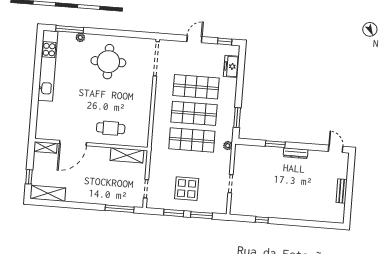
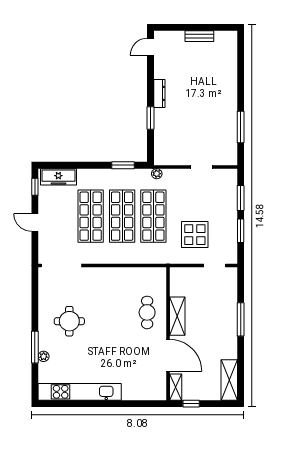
window: (70, 29) -> (35, 347), moved
round table: (108, 62) -> (69, 321), width x0.73, depth x0.73
freezer: (231, 66) -> (58, 177), width x1.40
shelving: (127, 155) -> (177, 316), moved
window: (29, 177) -> (191, 404), moved
display table: (187, 189) -> (195, 235), moved
window: (120, 209) -> (241, 319), moved
window: (262, 220) -> (241, 127), width x2.17

